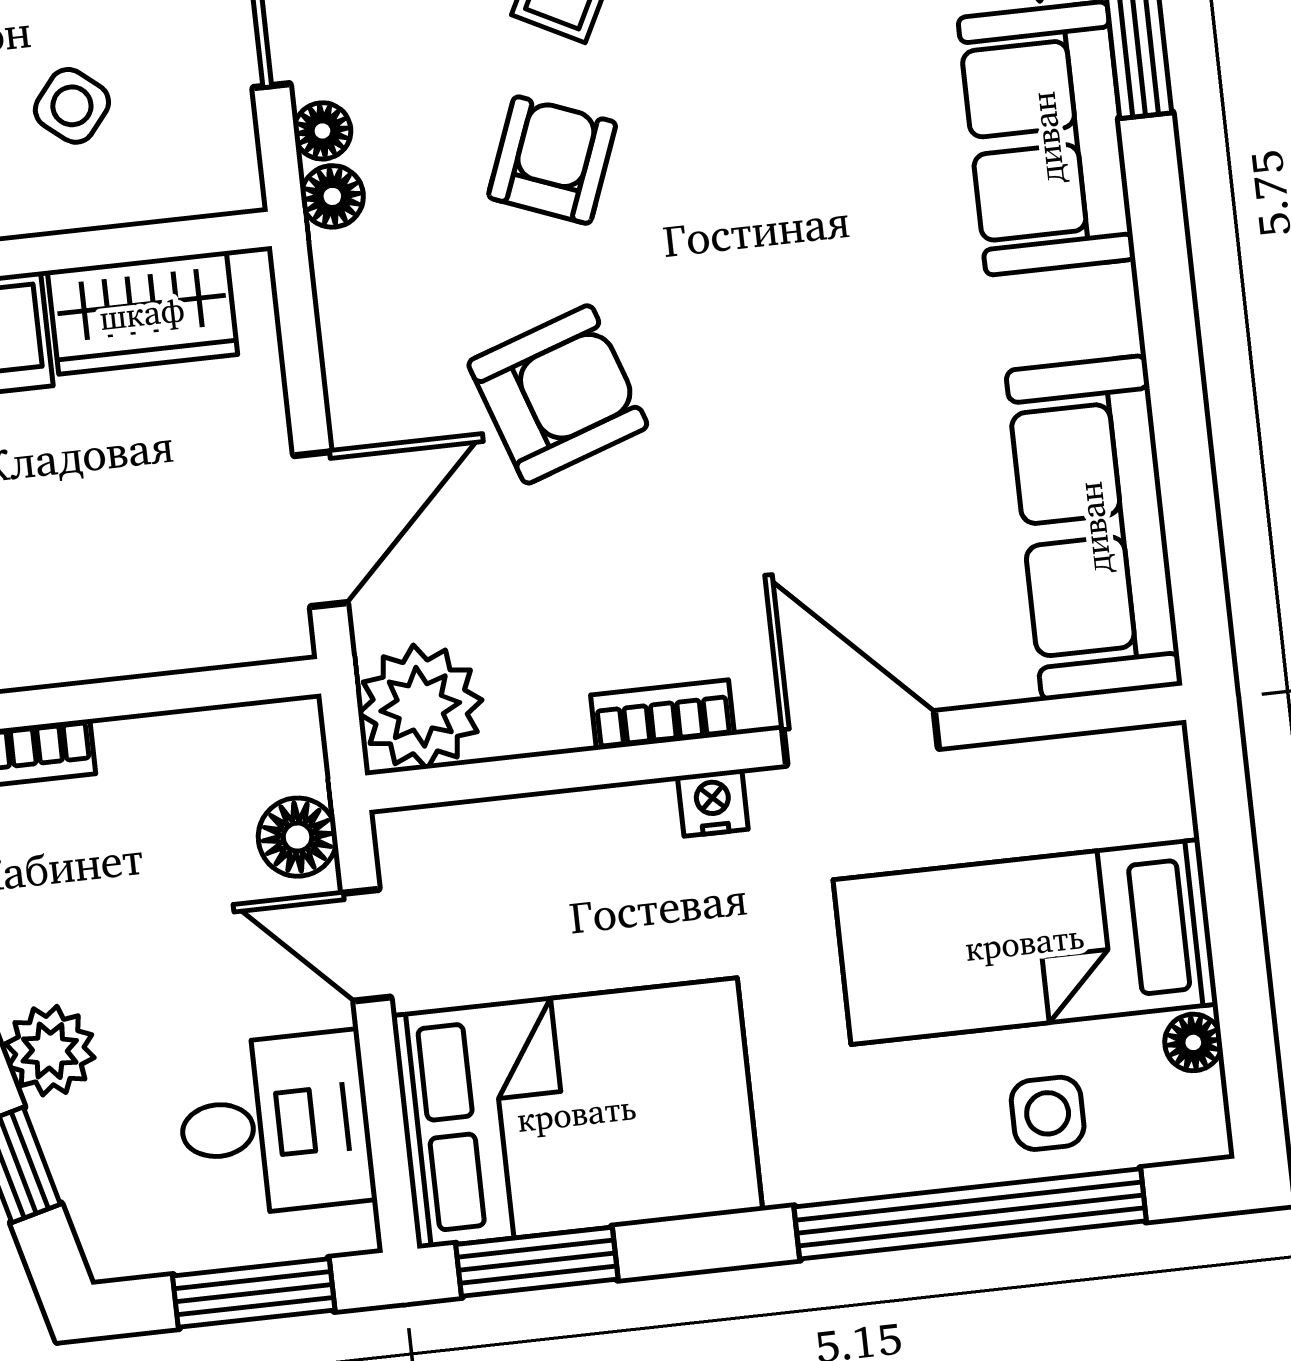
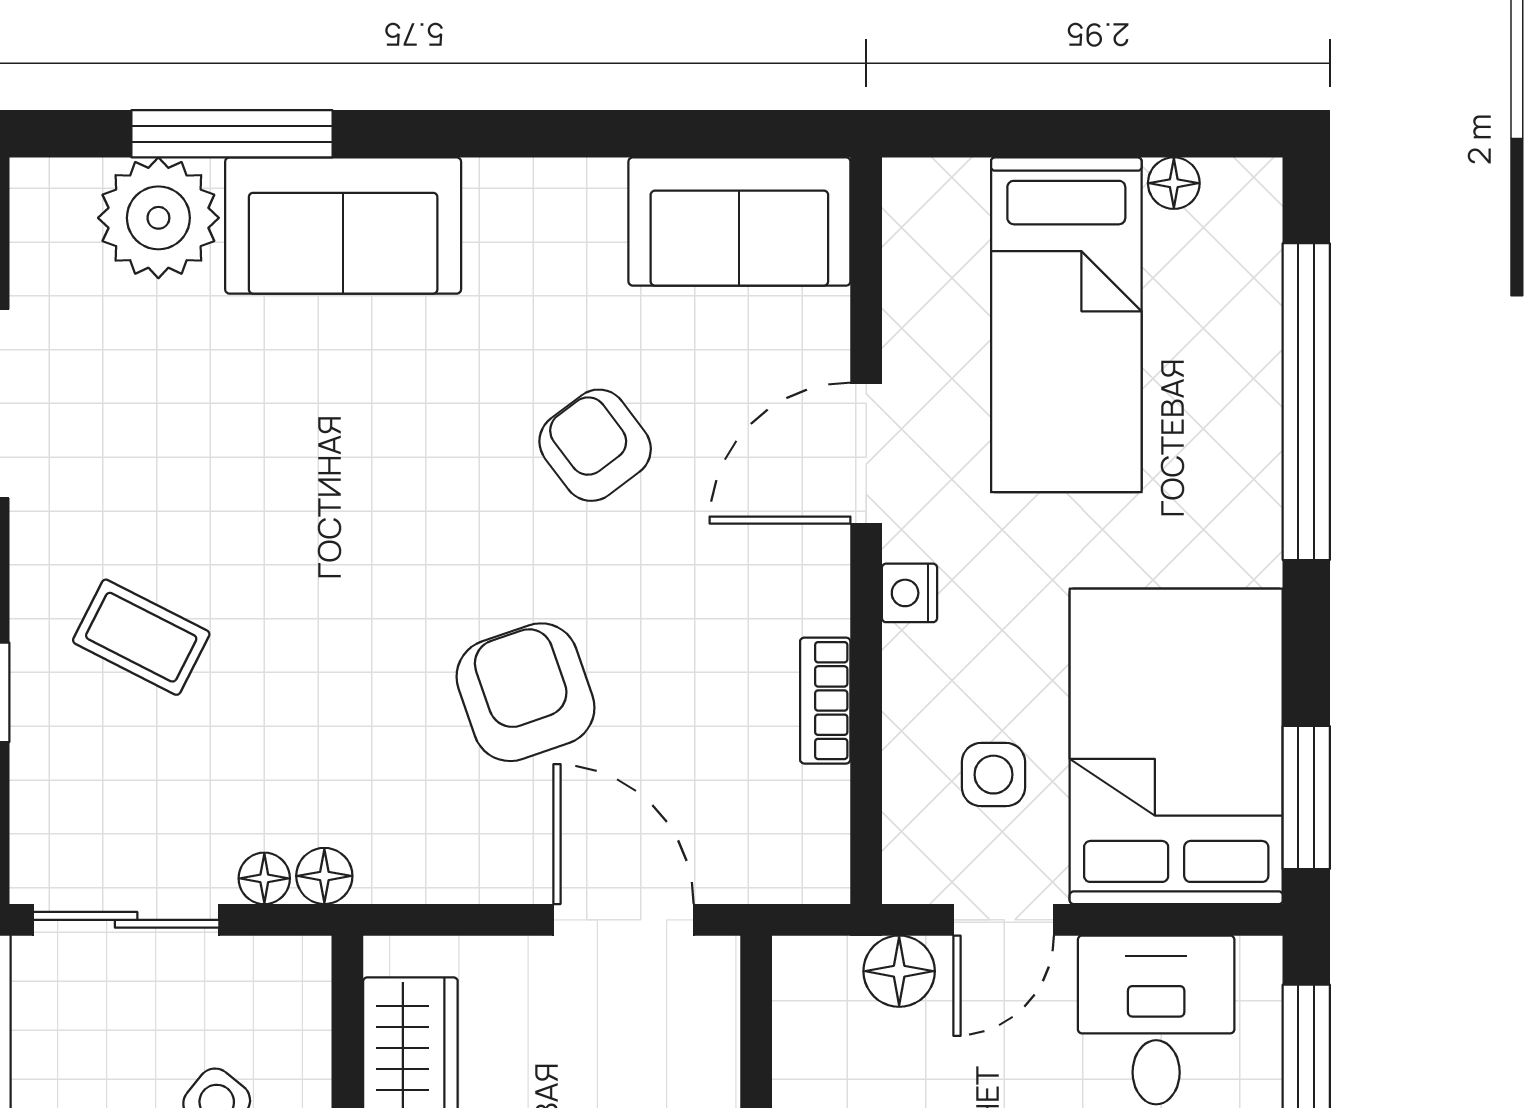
armchair: (552, 160) -> (595, 445), moved, turned 32
sofa: (1094, 528) -> (739, 221), width x0.73
plant: (420, 707) -> (794, 847), removed
bookcase: (663, 715) -> (825, 701), moved
side table: (1048, 1113) -> (993, 775), moved

